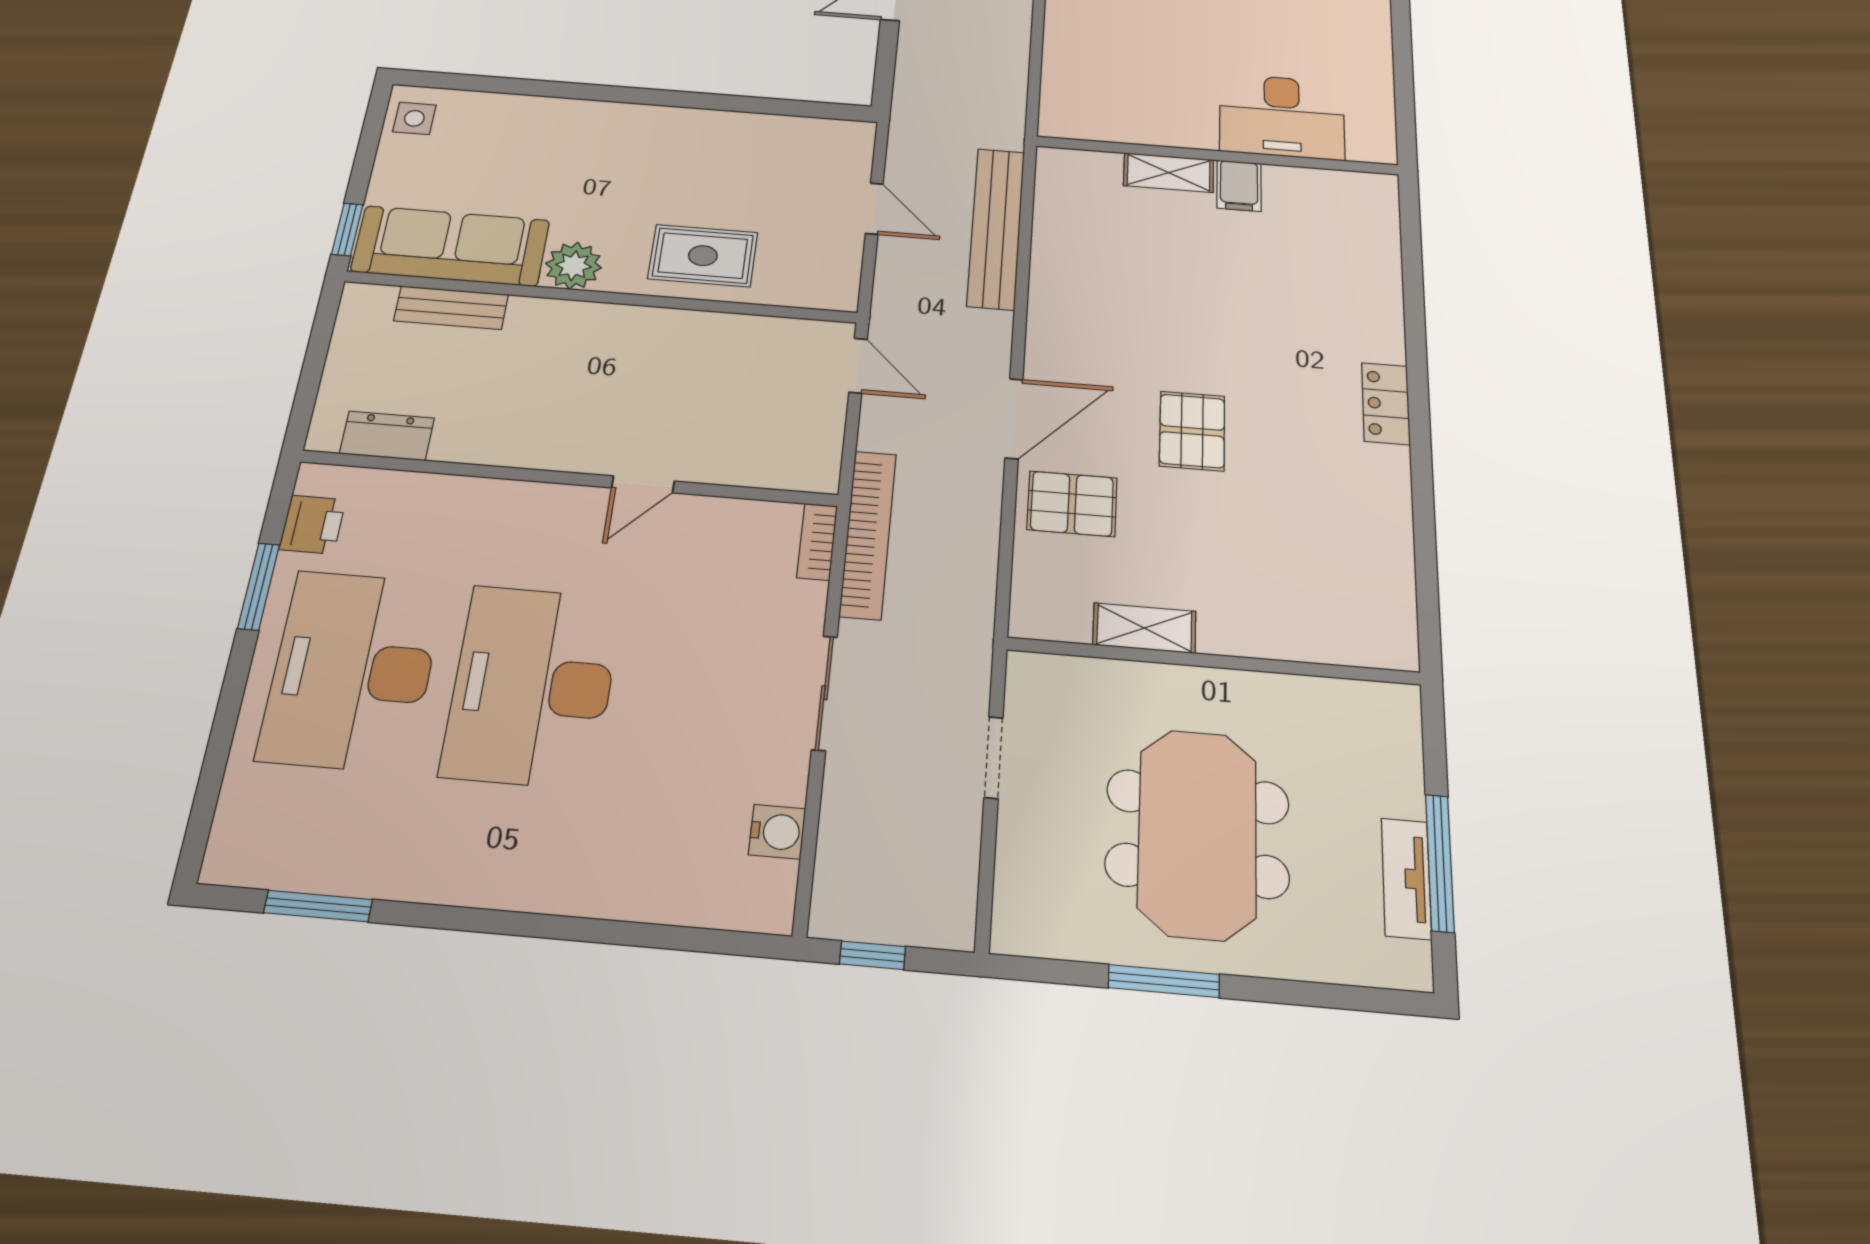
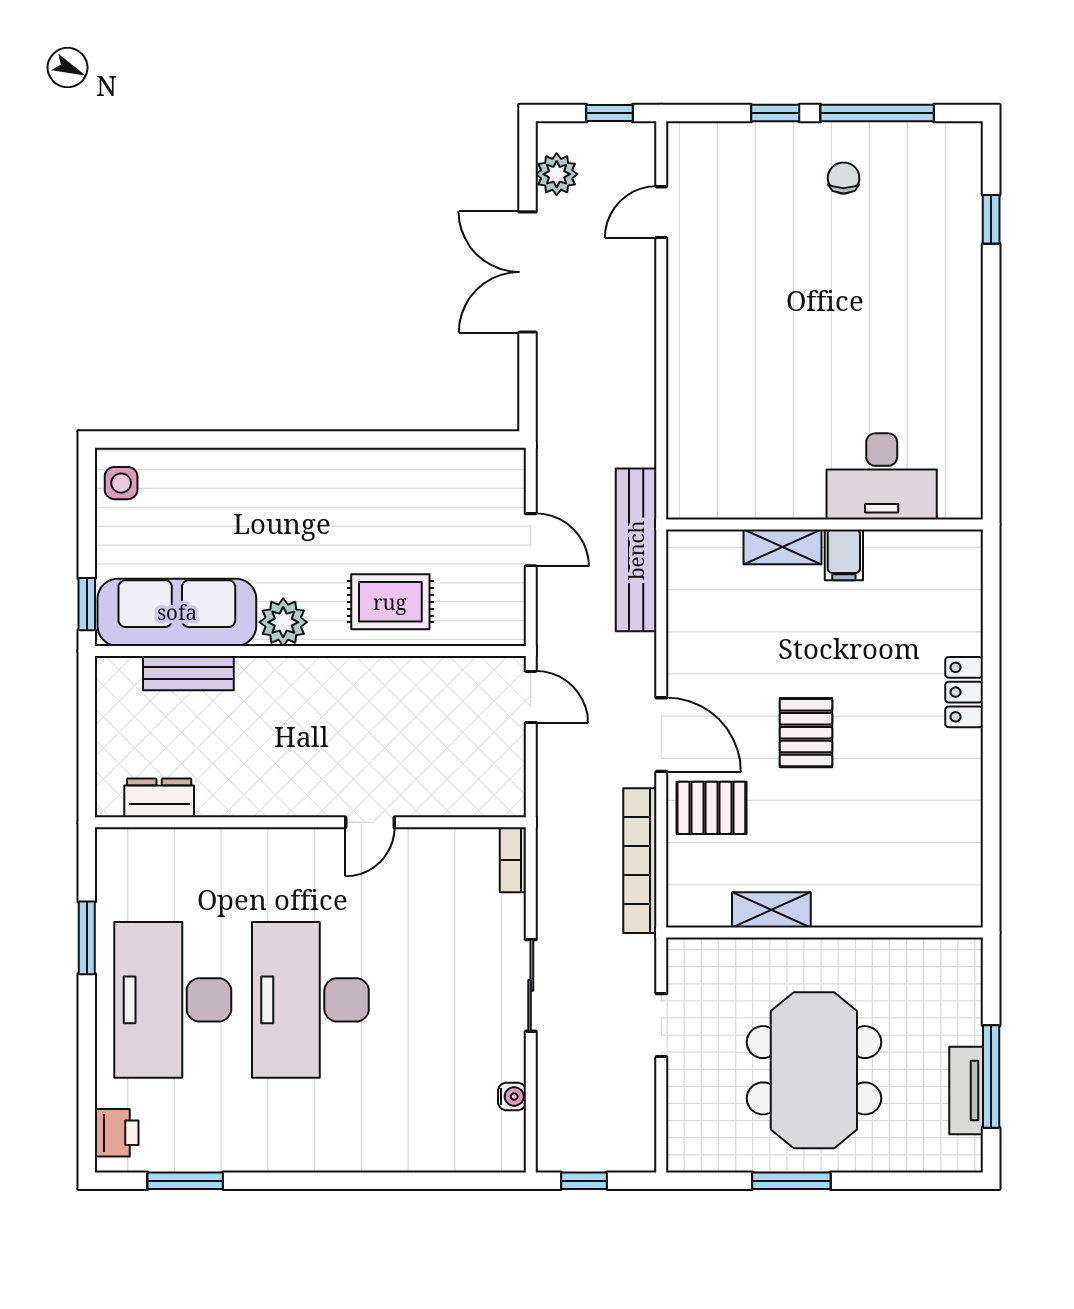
desk: (1282, 117) -> (882, 476), moved
wall: (1217, 156) -> (825, 524), moved
shelving: (1169, 173) -> (783, 547), moved
filing cabinet: (1239, 186) -> (844, 555), moved
door: (1014, 419) -> (661, 735), hinge flipped
printer: (312, 525) -> (117, 1133), moved
bookcase: (868, 534) -> (640, 861), moved, turned 180
water cooler: (777, 832) -> (512, 1096), width x0.72, depth x0.72

